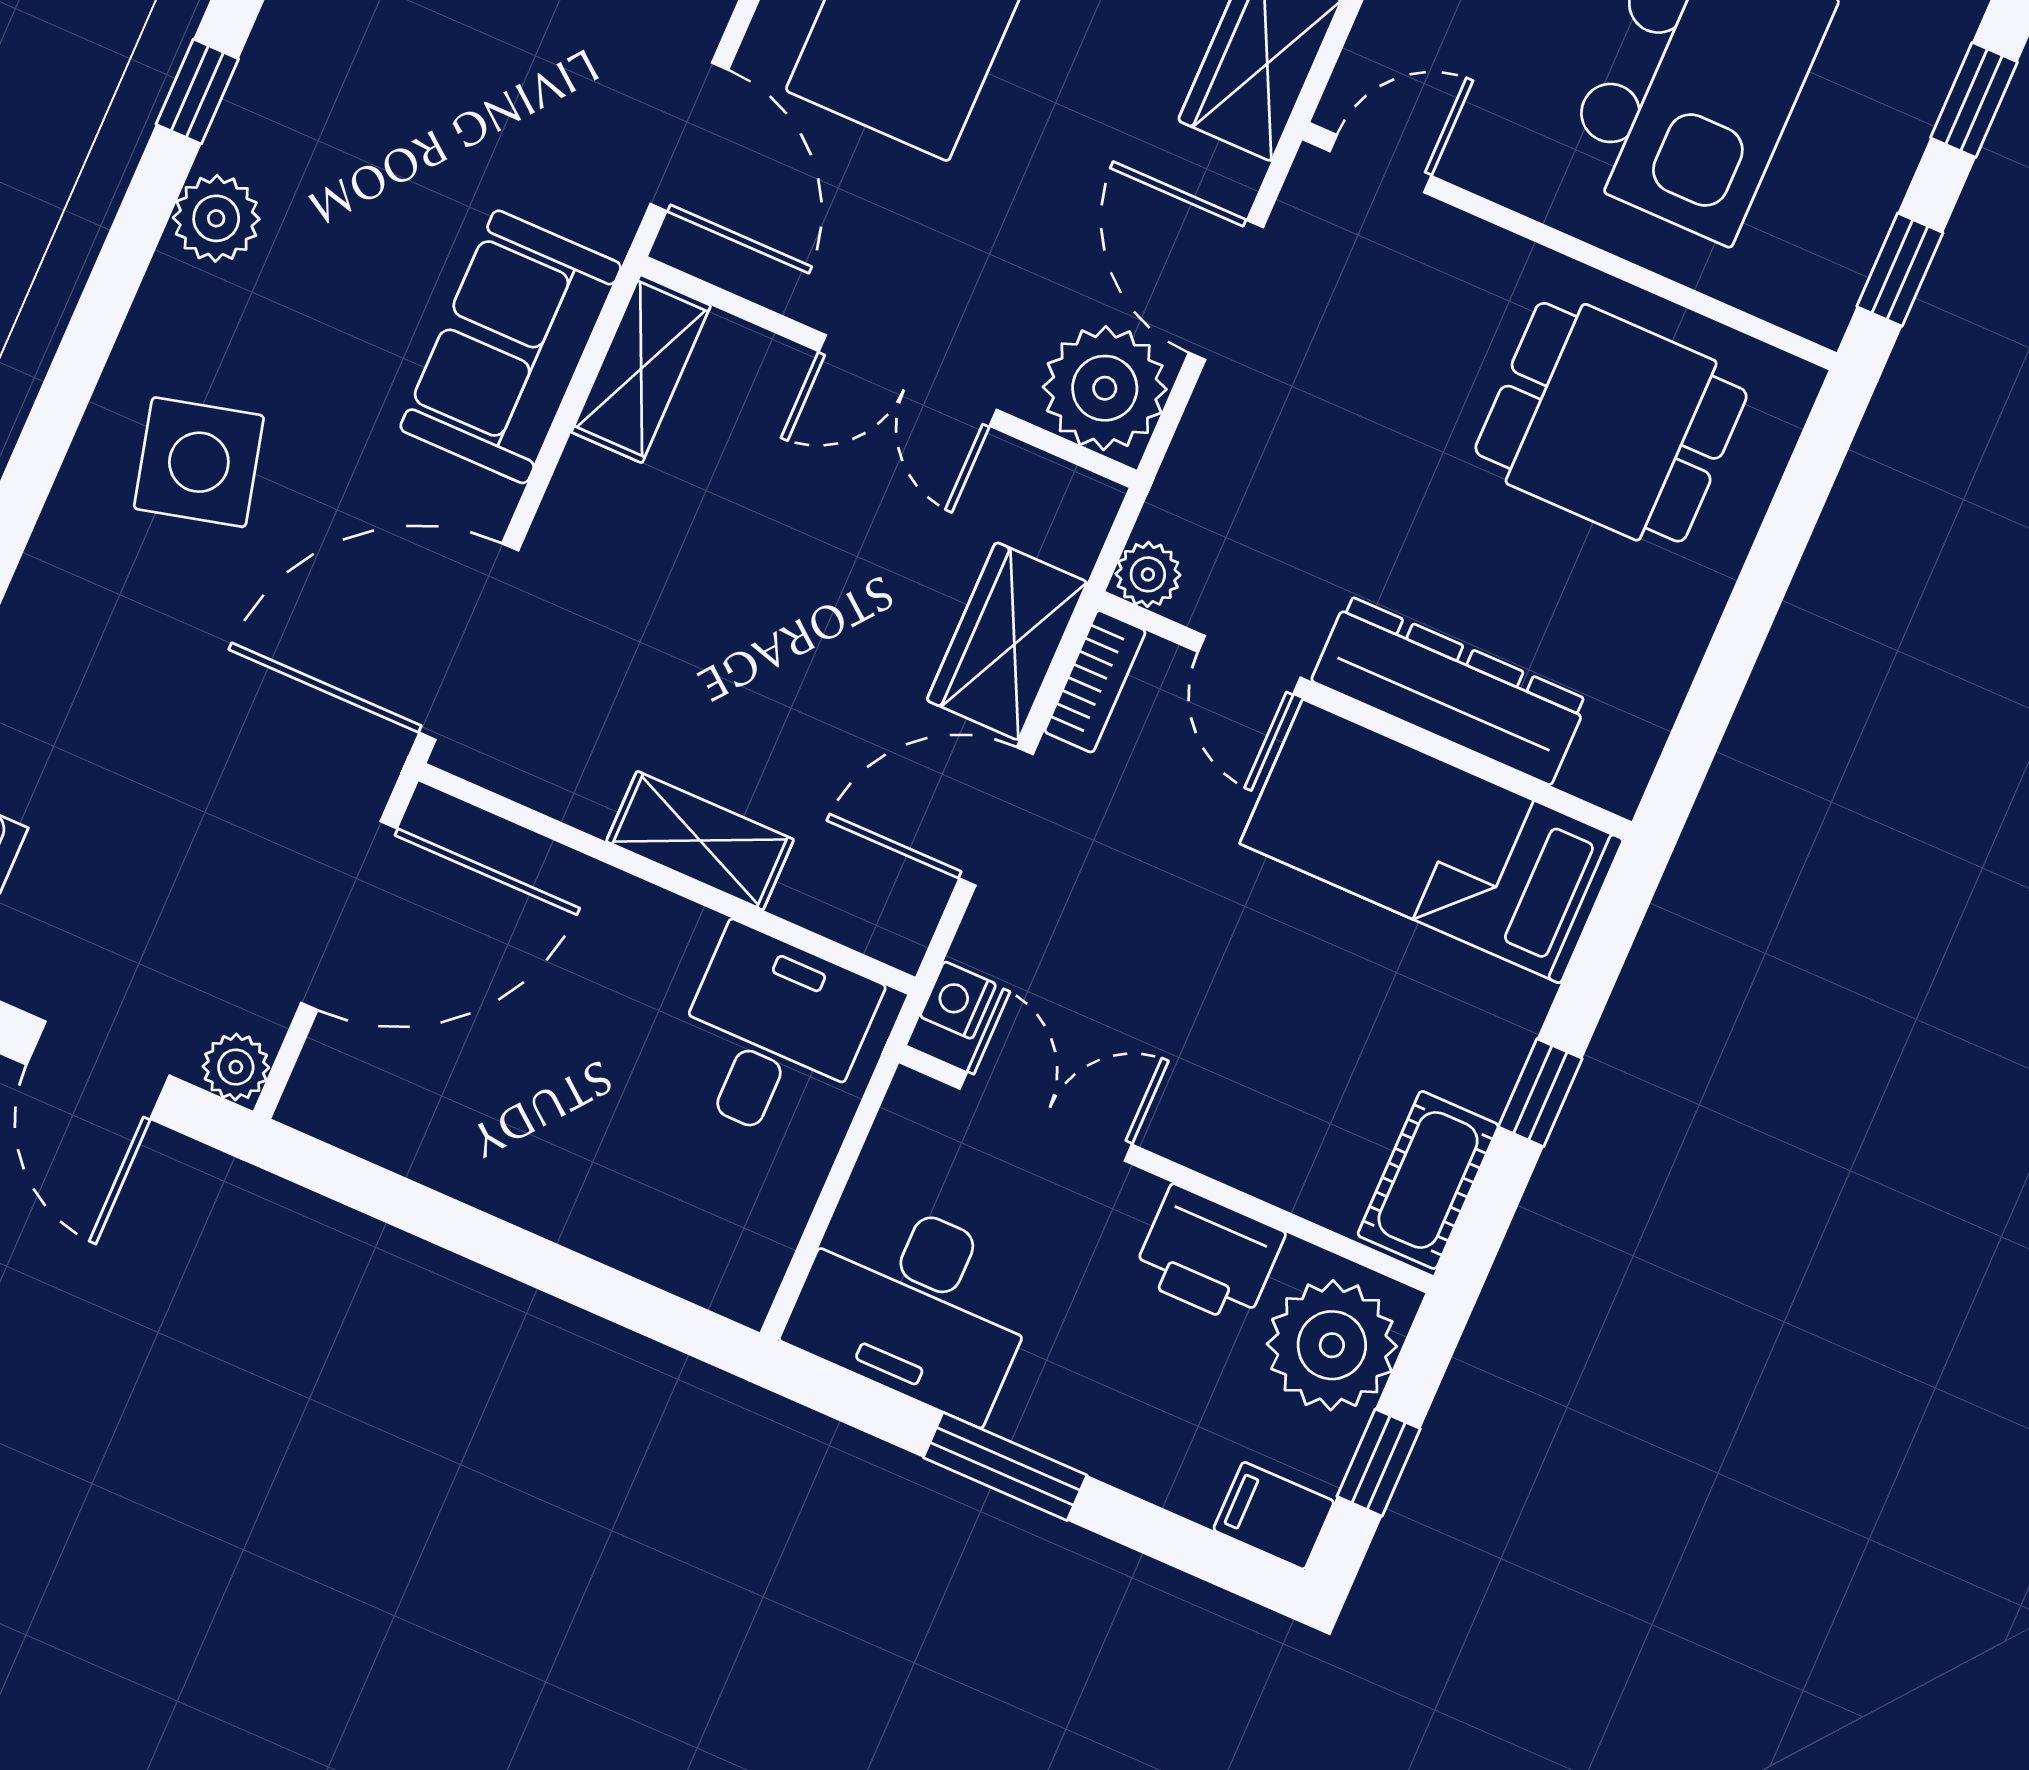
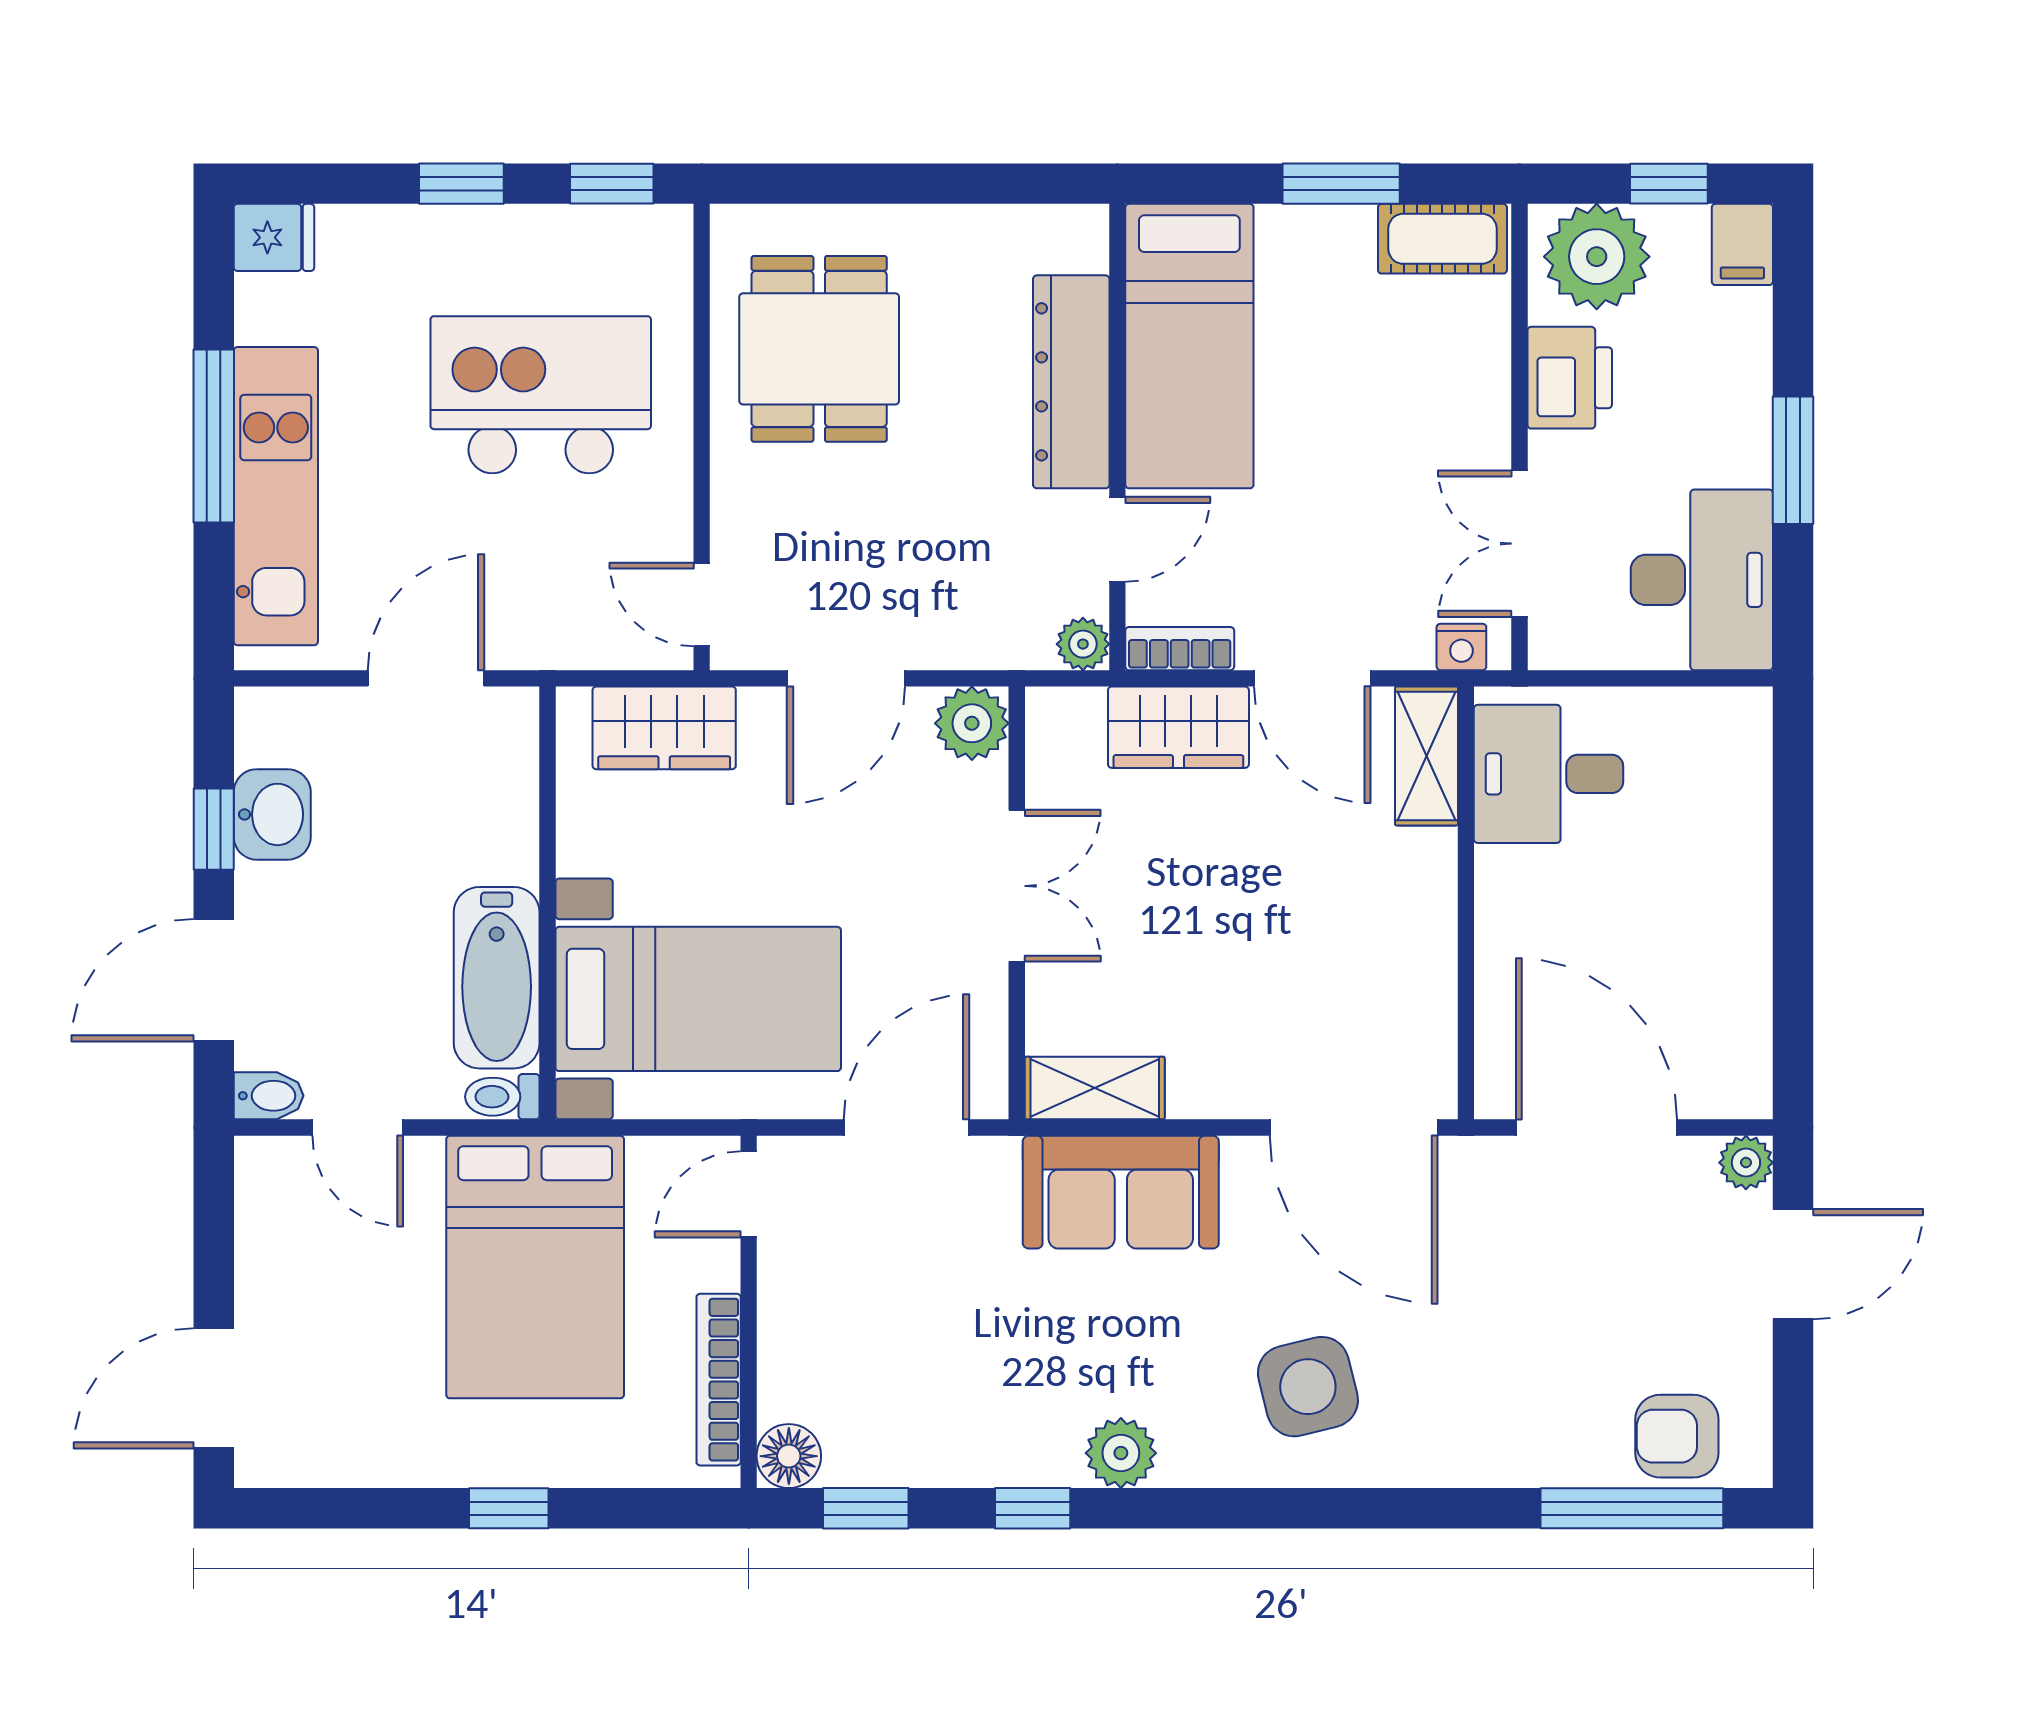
plant: (1105, 388) -> (972, 723), width x0.73, depth x0.73
shelving: (700, 840) -> (1427, 756), moved
window: (1540, 1093) -> (1341, 184), width x1.50

